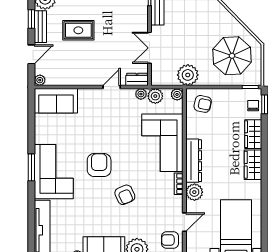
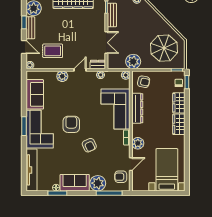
rug: (78, 30) -> (53, 51), moved
double door: (149, 48) -> (106, 43), swing flipped
door: (31, 54) -> (24, 47), hinge flipped
plant: (155, 96) -> (62, 76), moved
sofa: (56, 101) -> (35, 94), moved, turned -90
dresser: (194, 161) -> (137, 108), moved

